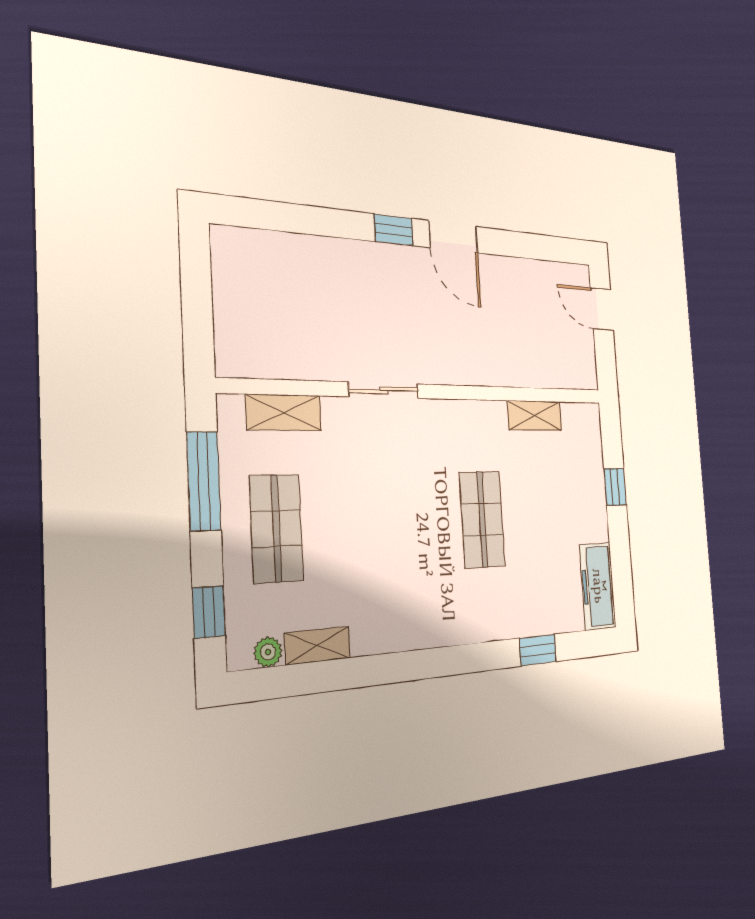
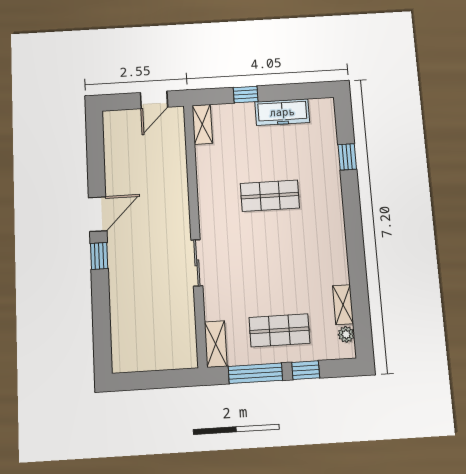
door: (602, 309) -> (154, 100), moved
shelving: (284, 413) -> (216, 344), moved
shelving: (535, 416) -> (202, 124), moved
freezer: (598, 586) -> (282, 112), moved
window: (209, 612) -> (306, 370), moved

